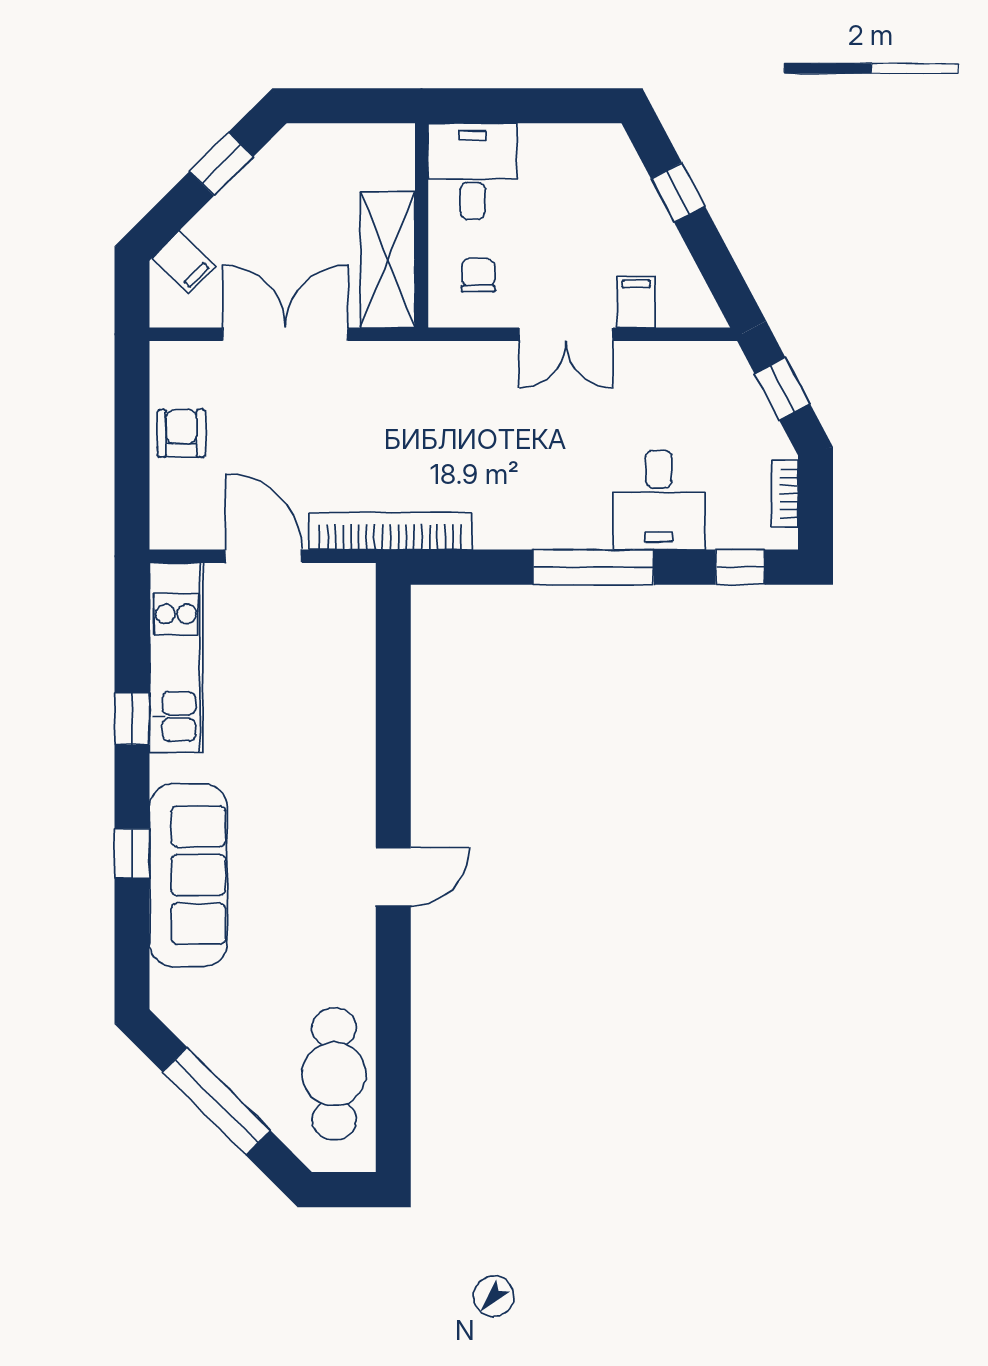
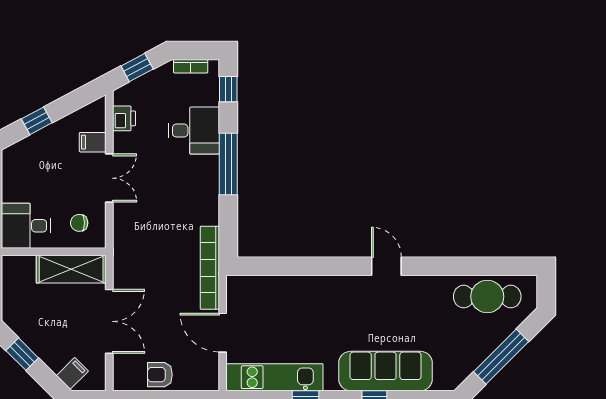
double door: (285, 334) -> (109, 321), swing flipped
printer: (683, 363) -> (124, 118), added
door: (264, 556) -> (223, 333), hinge flipped

